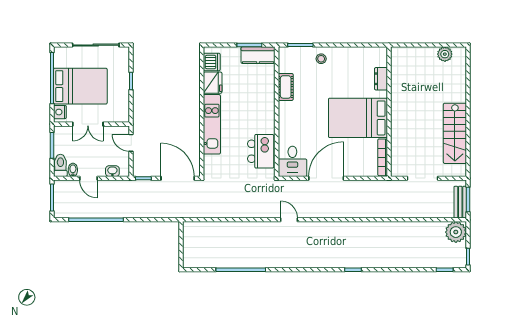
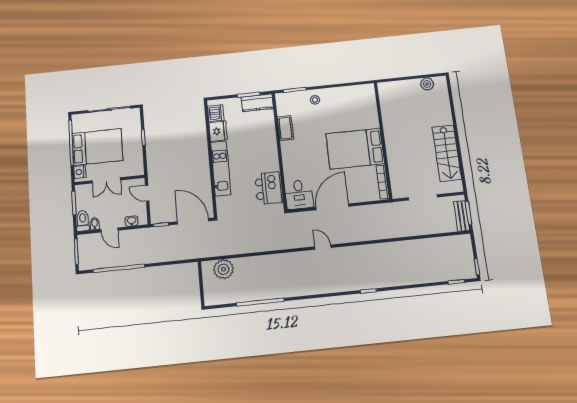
dresser: (381, 79) -> (372, 112), removed
door: (289, 220) -> (323, 247), moved
plant: (456, 232) -> (224, 269), moved

